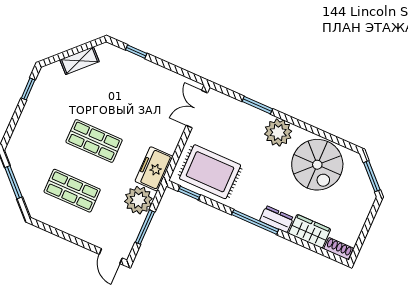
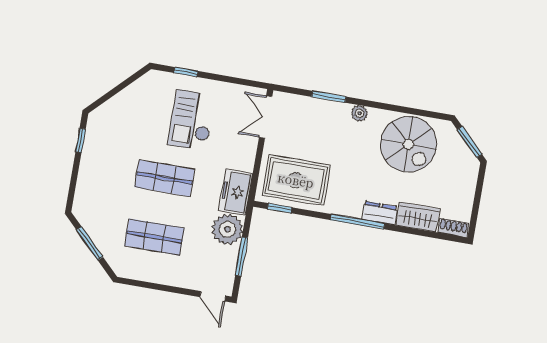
shelving: (80, 61) -> (128, 97), removed
checkout: (131, 96) -> (192, 120), added
plant: (278, 133) -> (359, 113), width x0.53, depth x0.53

